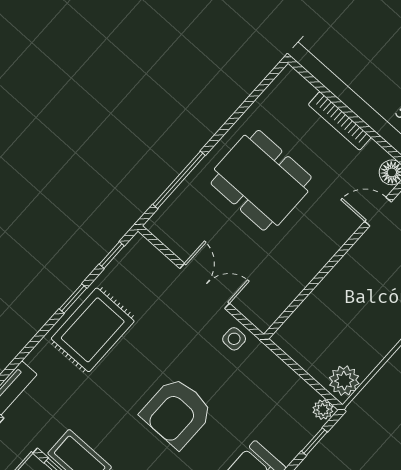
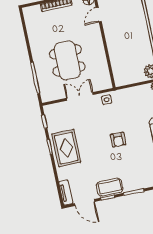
dining table: (261, 180) -> (67, 60), moved, turned 90
armchair: (177, 413) -> (118, 140), width x0.53, depth x0.53

